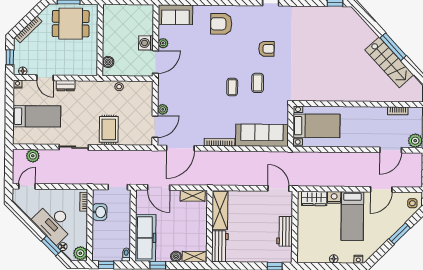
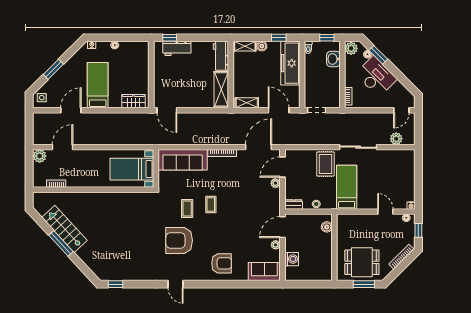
washing machine: (146, 43) -> (292, 259), moved
armchair: (266, 49) -> (179, 240), width x1.88, depth x1.88
dresser: (66, 86) -> (294, 204), moved
bed: (37, 116) -> (347, 187), moved, turned 90
sliding door: (74, 147) -> (358, 147), width x1.37
nightstand: (334, 197) -> (115, 102), removed
washbasin: (100, 212) -> (333, 59), moved
workbench: (285, 231) -> (177, 48), moved, turned 90

